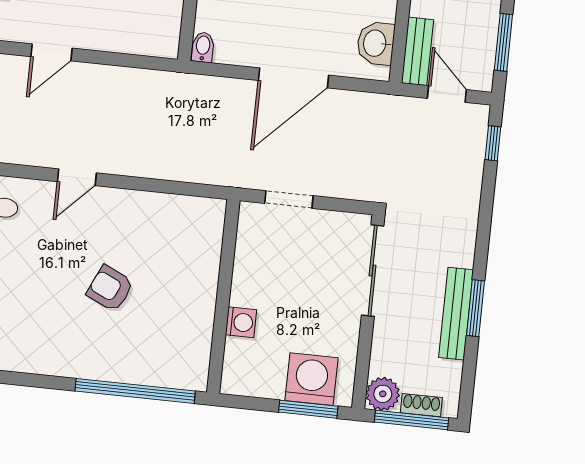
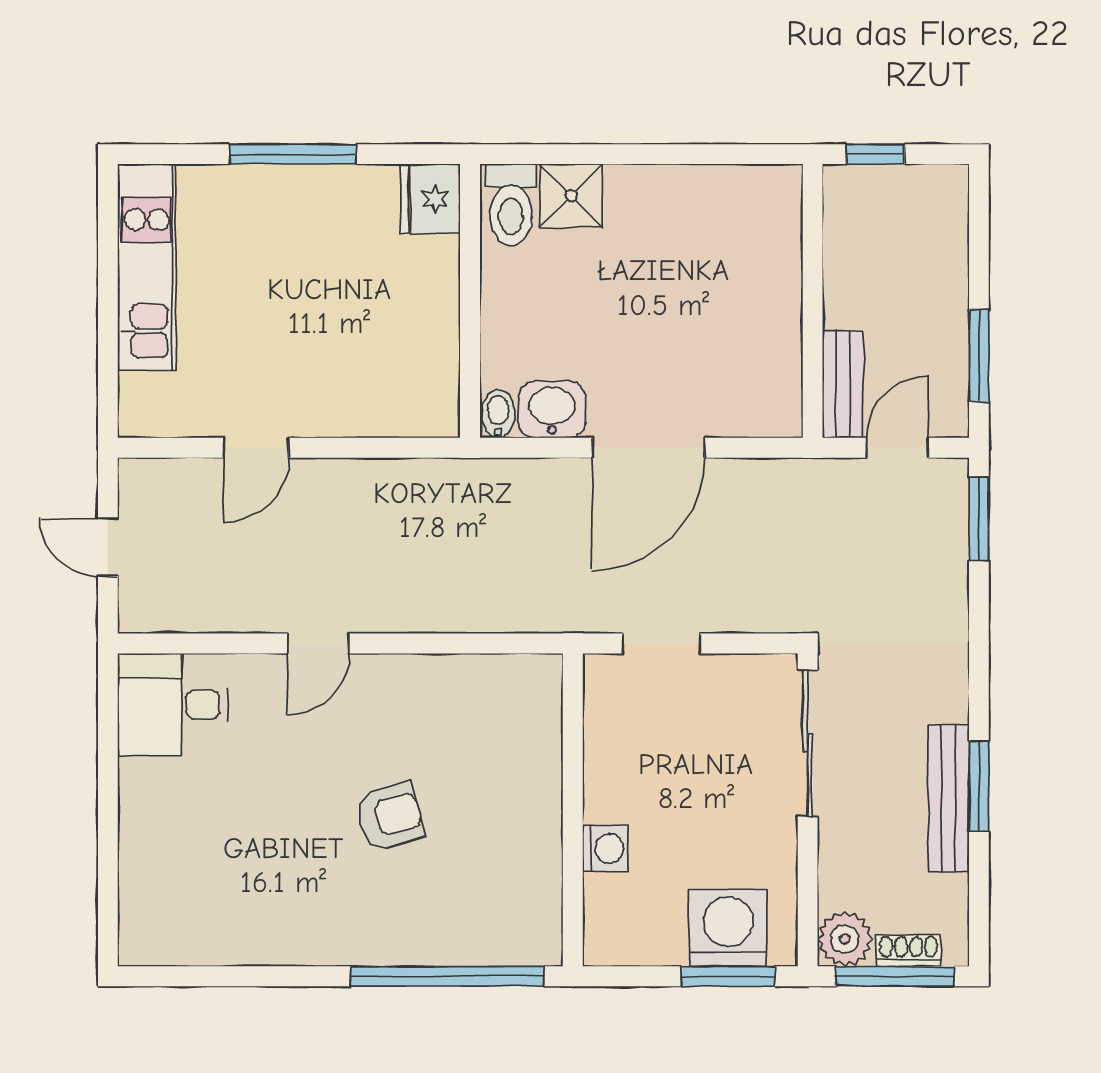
washbasin: (376, 43) -> (552, 410), moved, turned 90
door: (447, 94) -> (897, 448), hinge flipped
window: (493, 143) -> (979, 519), width x1.50
armchair: (110, 289) -> (390, 816), turned 139

